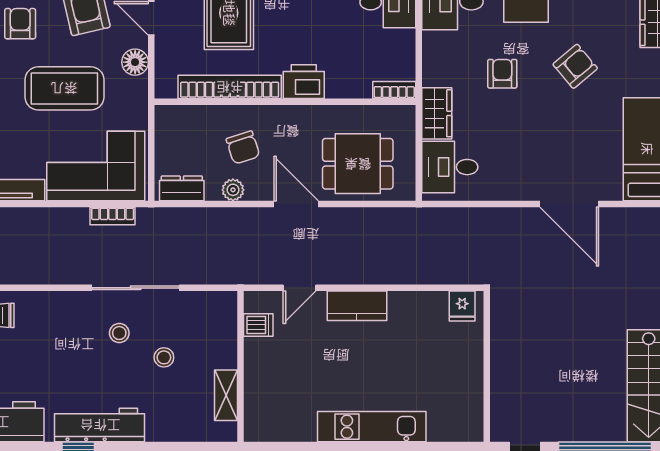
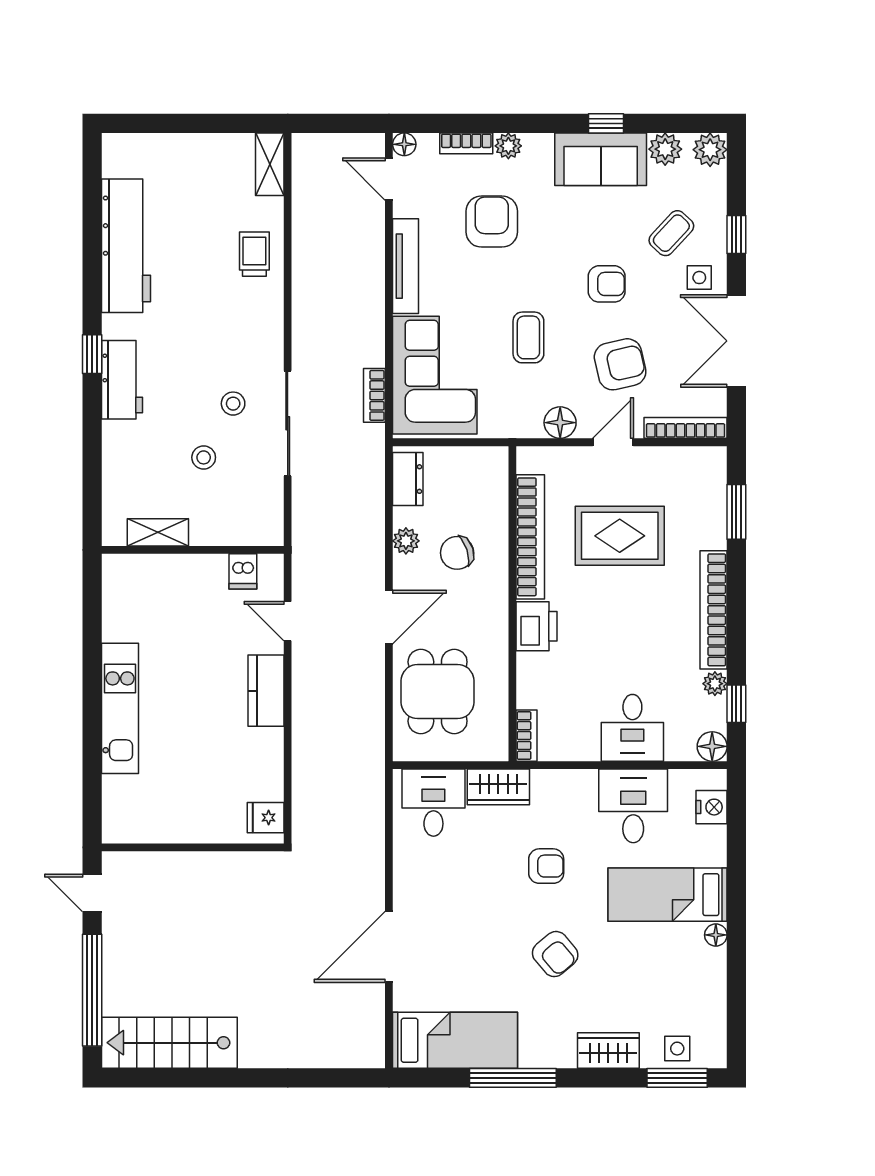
coffee table: (64, 88) -> (528, 337), width x0.54, depth x0.58
workbench: (100, 425) -> (122, 380), width x0.73

